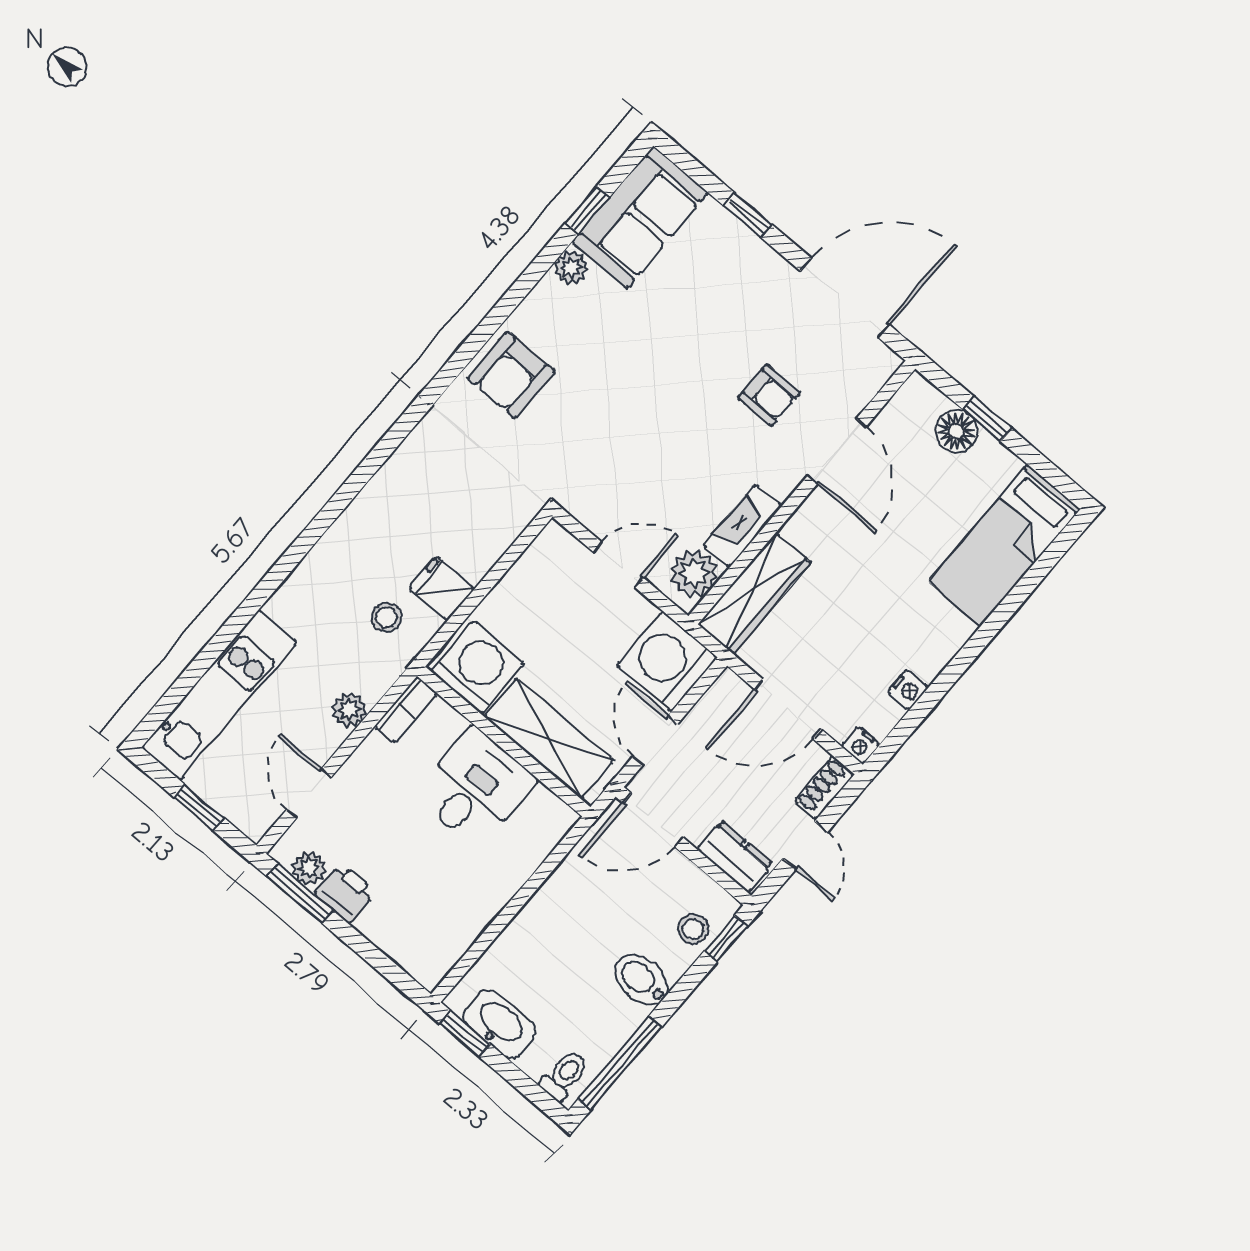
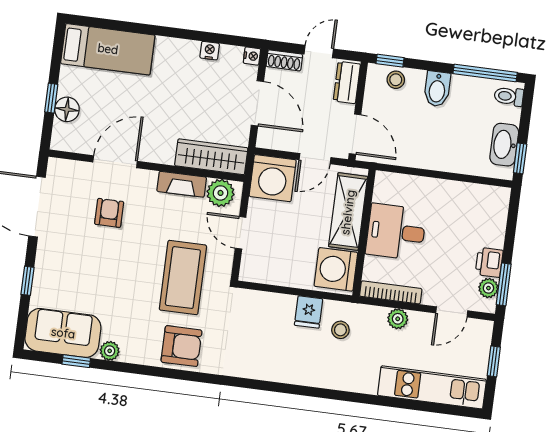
coffee table: (608, 441) -> (183, 278), added
bookcase: (406, 710) -> (391, 292), width x1.56

